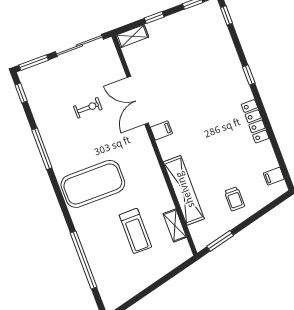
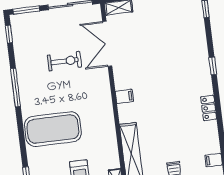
double door: (138, 100) -> (107, 44), moved
exercise bike: (88, 108) -> (64, 61), width x1.38, depth x1.39
locker: (255, 121) -> (209, 108), width x0.66

